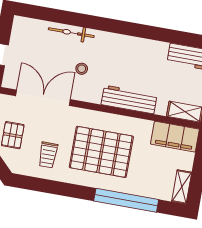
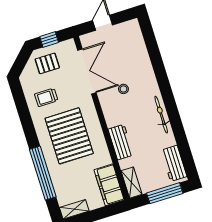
bicycle: (71, 33) -> (161, 115), moved
workbench: (129, 99) -> (121, 142), width x0.73

